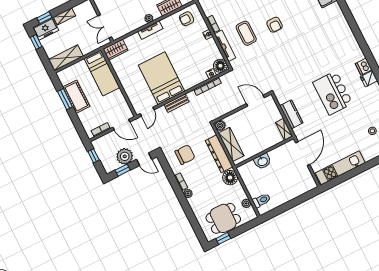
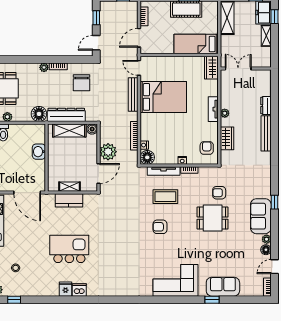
bench: (176, 103) -> (133, 95), width x1.36
shelving: (284, 129) -> (70, 187), moved
plant: (125, 156) -> (108, 152), moved

